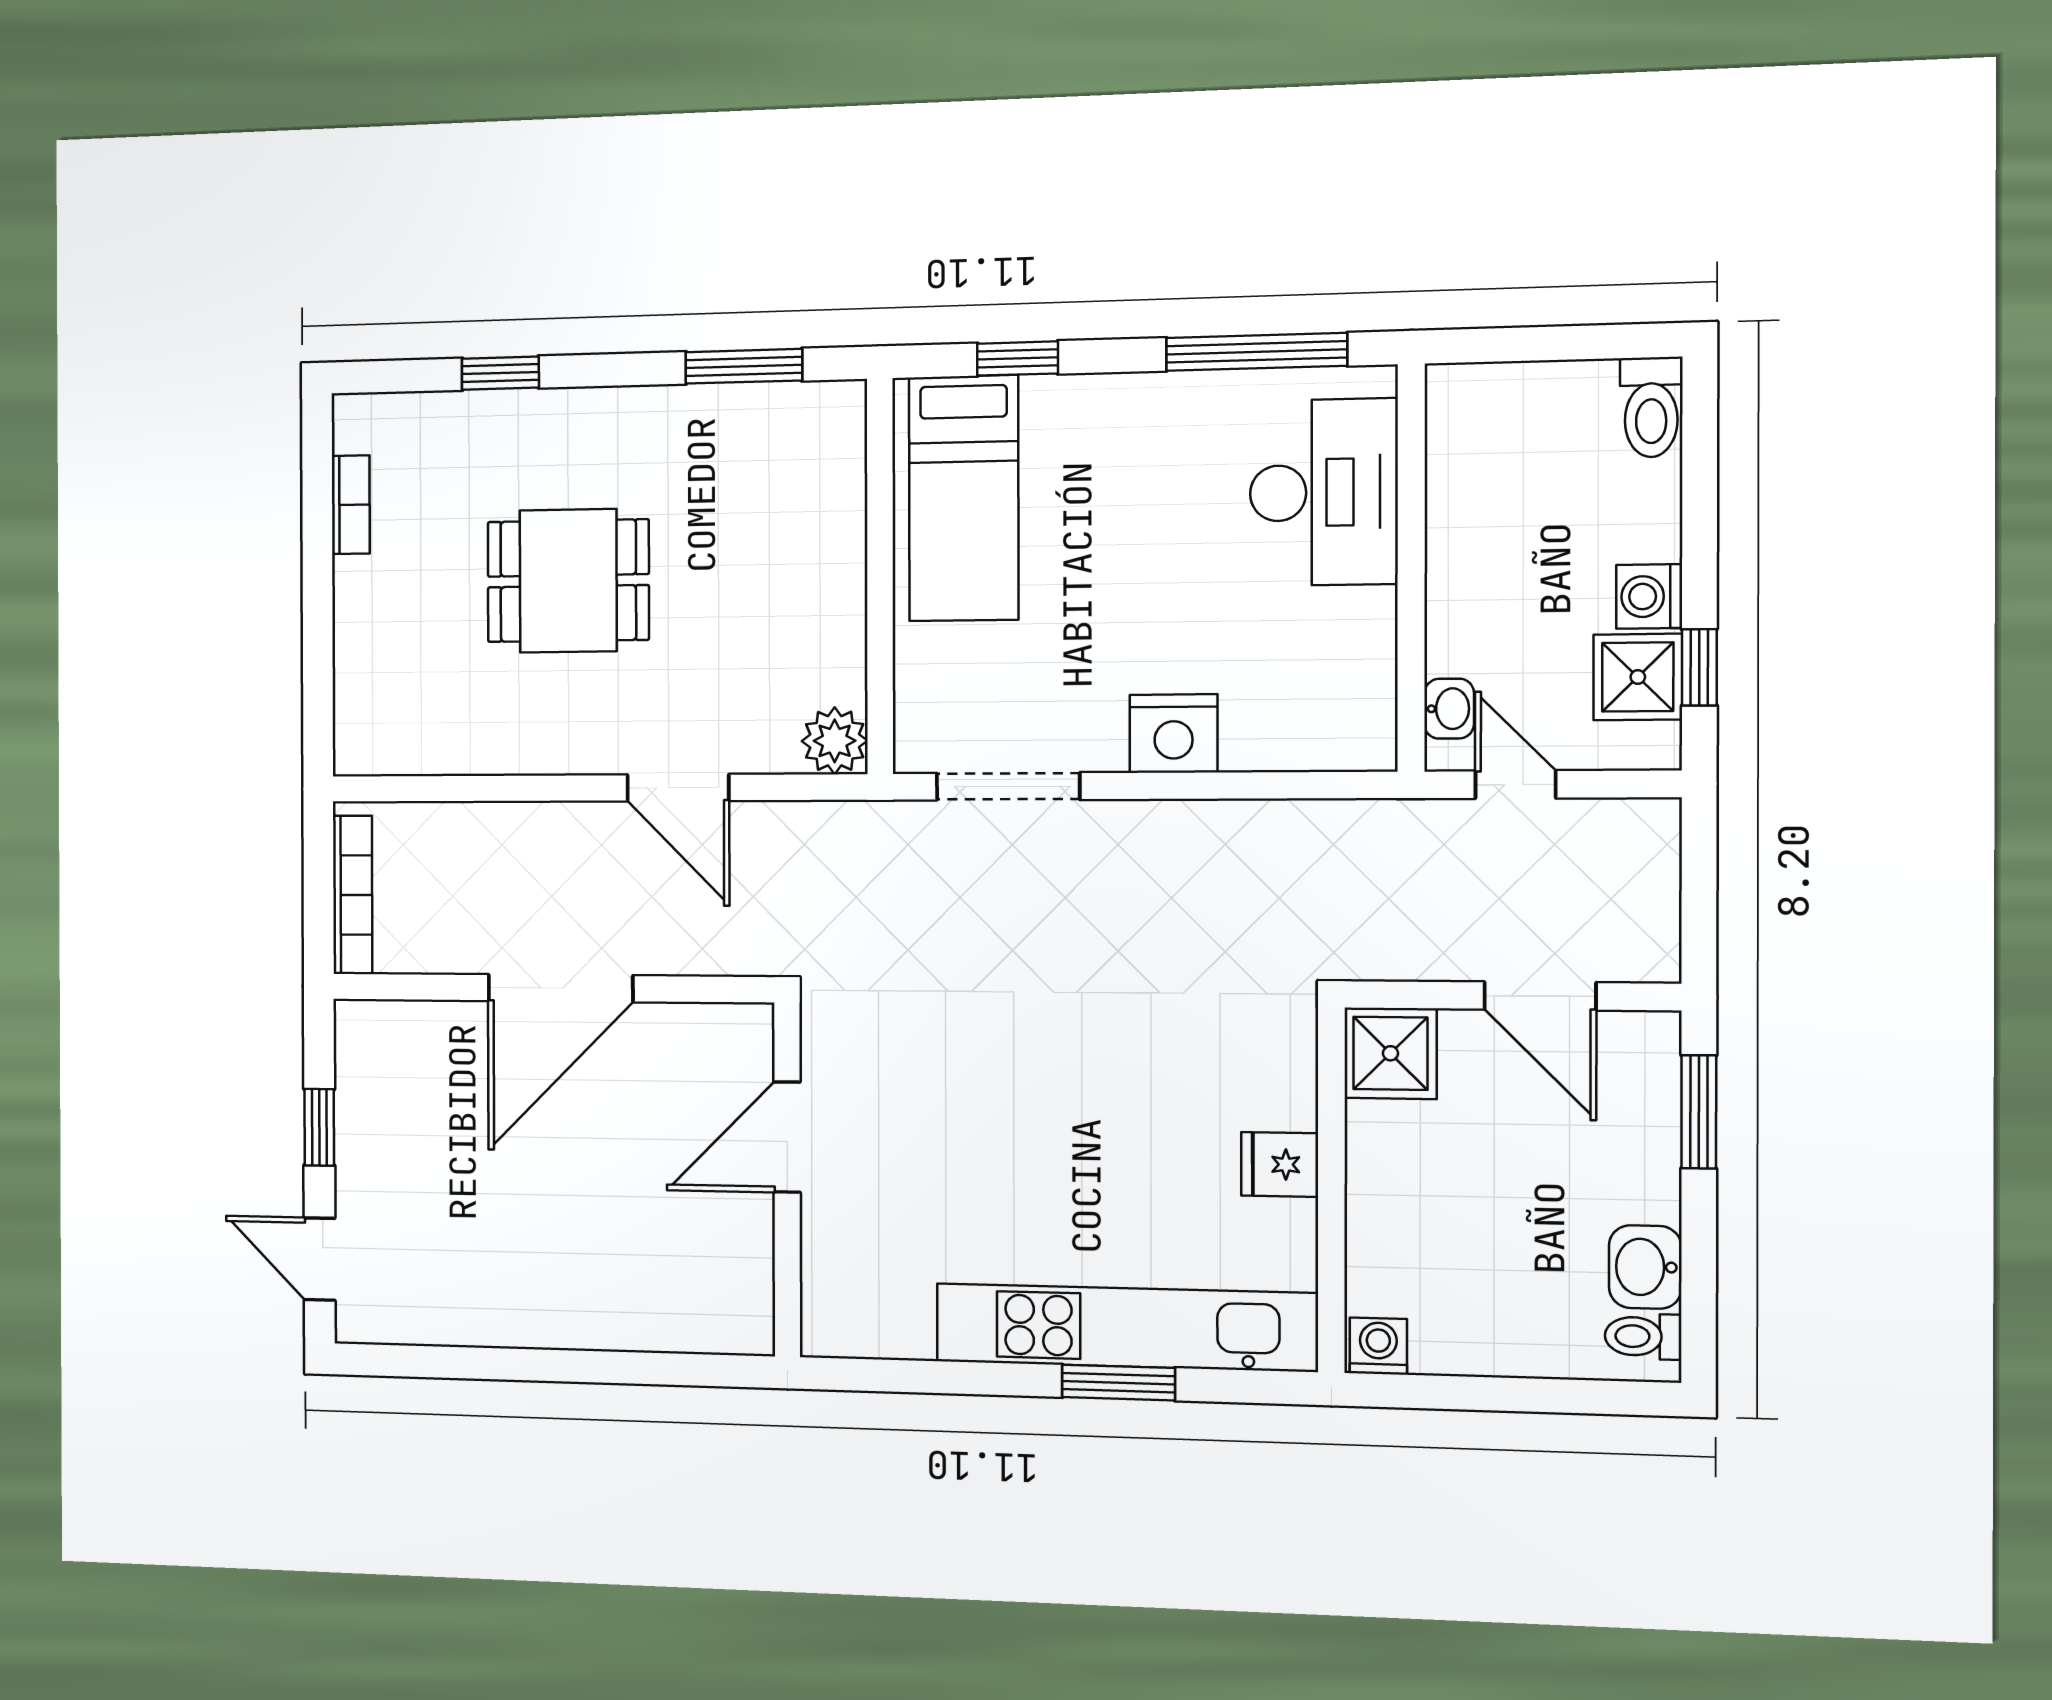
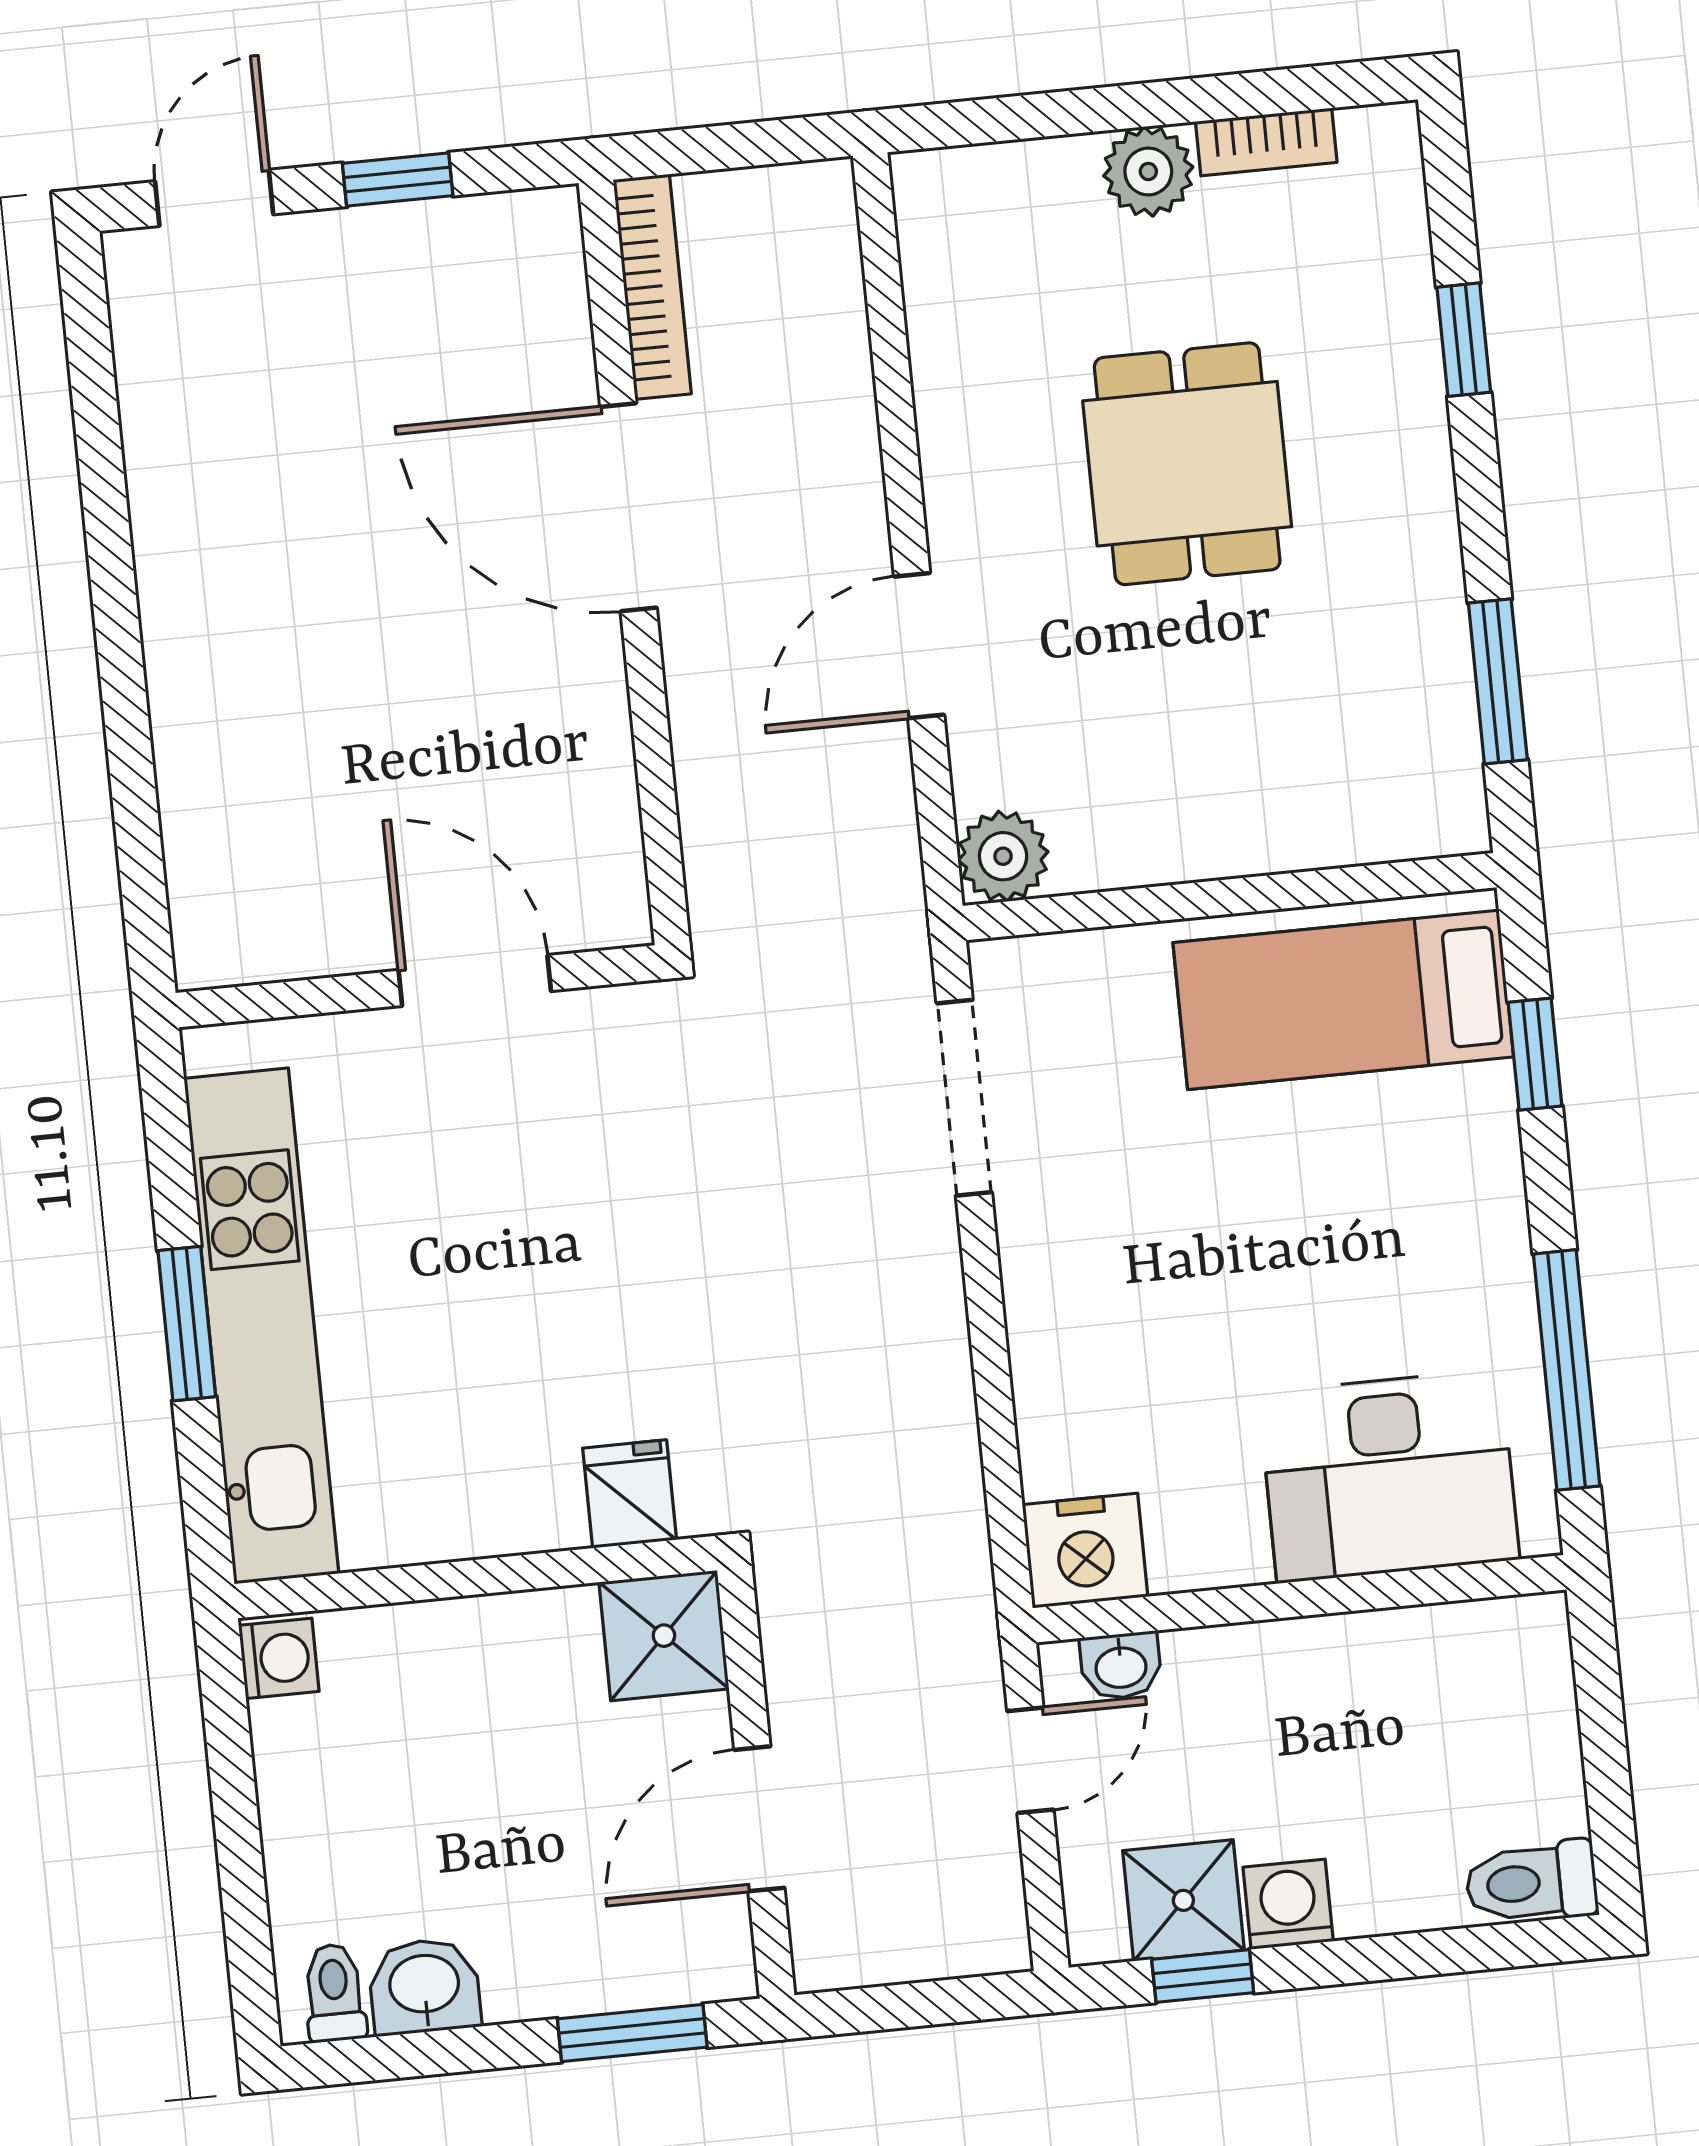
plant: (363, 591) -> (1148, 171), added
nightstand: (1174, 734) -> (1085, 1551), moved, turned -90
bookcase: (353, 895) -> (652, 287), moved, turned -90
door: (787, 1137) -> (475, 981), moved
fridge: (1280, 1164) -> (630, 1494), moved
wall: (787, 1180) -> (417, 986), moved

